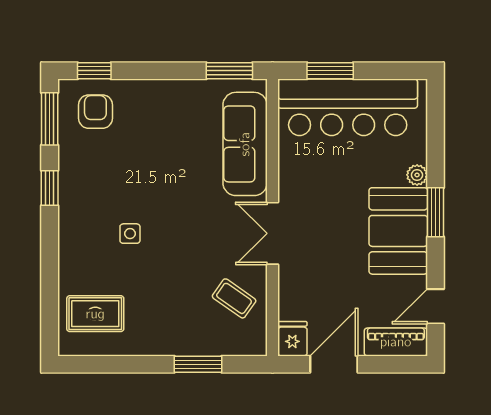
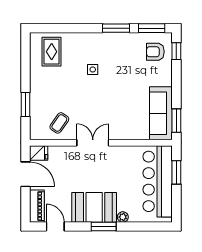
armchair: (95, 112) -> (155, 52), turned 180
sofa: (245, 144) -> (161, 113), moved, turned -90
window: (50, 188) -> (116, 28), width x1.50

